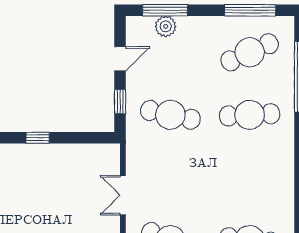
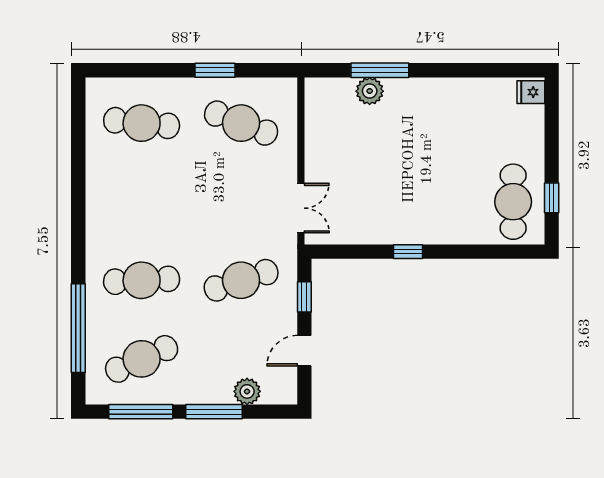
window: (165, 10) -> (214, 412), moved
cafe table: (170, 115) -> (241, 280), turned -30
double door: (123, 195) -> (301, 208), moved

